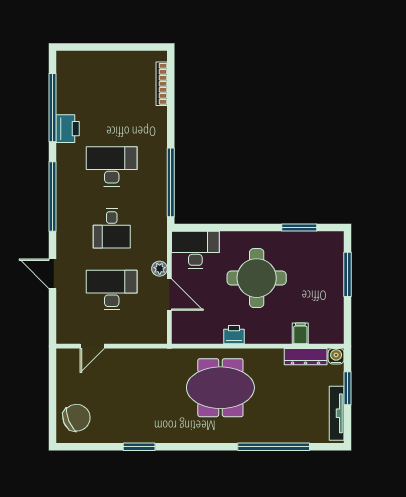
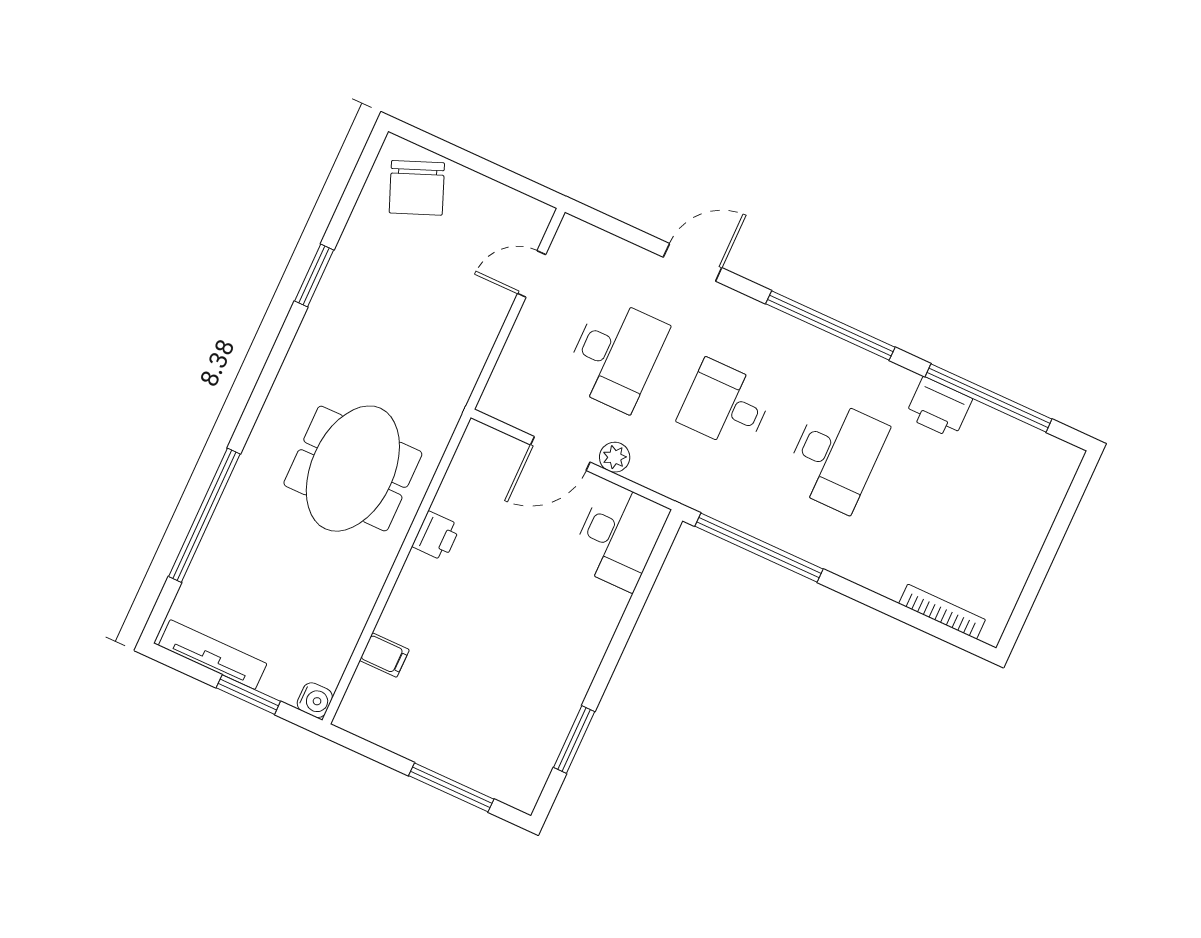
round table: (257, 278) -> (519, 622), removed
door: (92, 346) -> (532, 274), hinge flipped
dresser: (306, 357) -> (339, 645), removed

